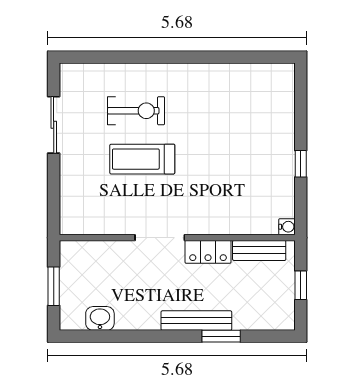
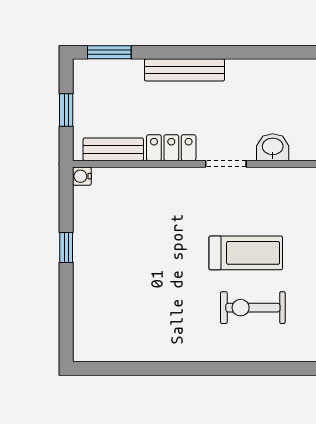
doorway: (160, 238) -> (226, 164), width x0.73
washbasin: (100, 318) -> (273, 147), moved, turned 180
window: (221, 336) -> (109, 52), moved

